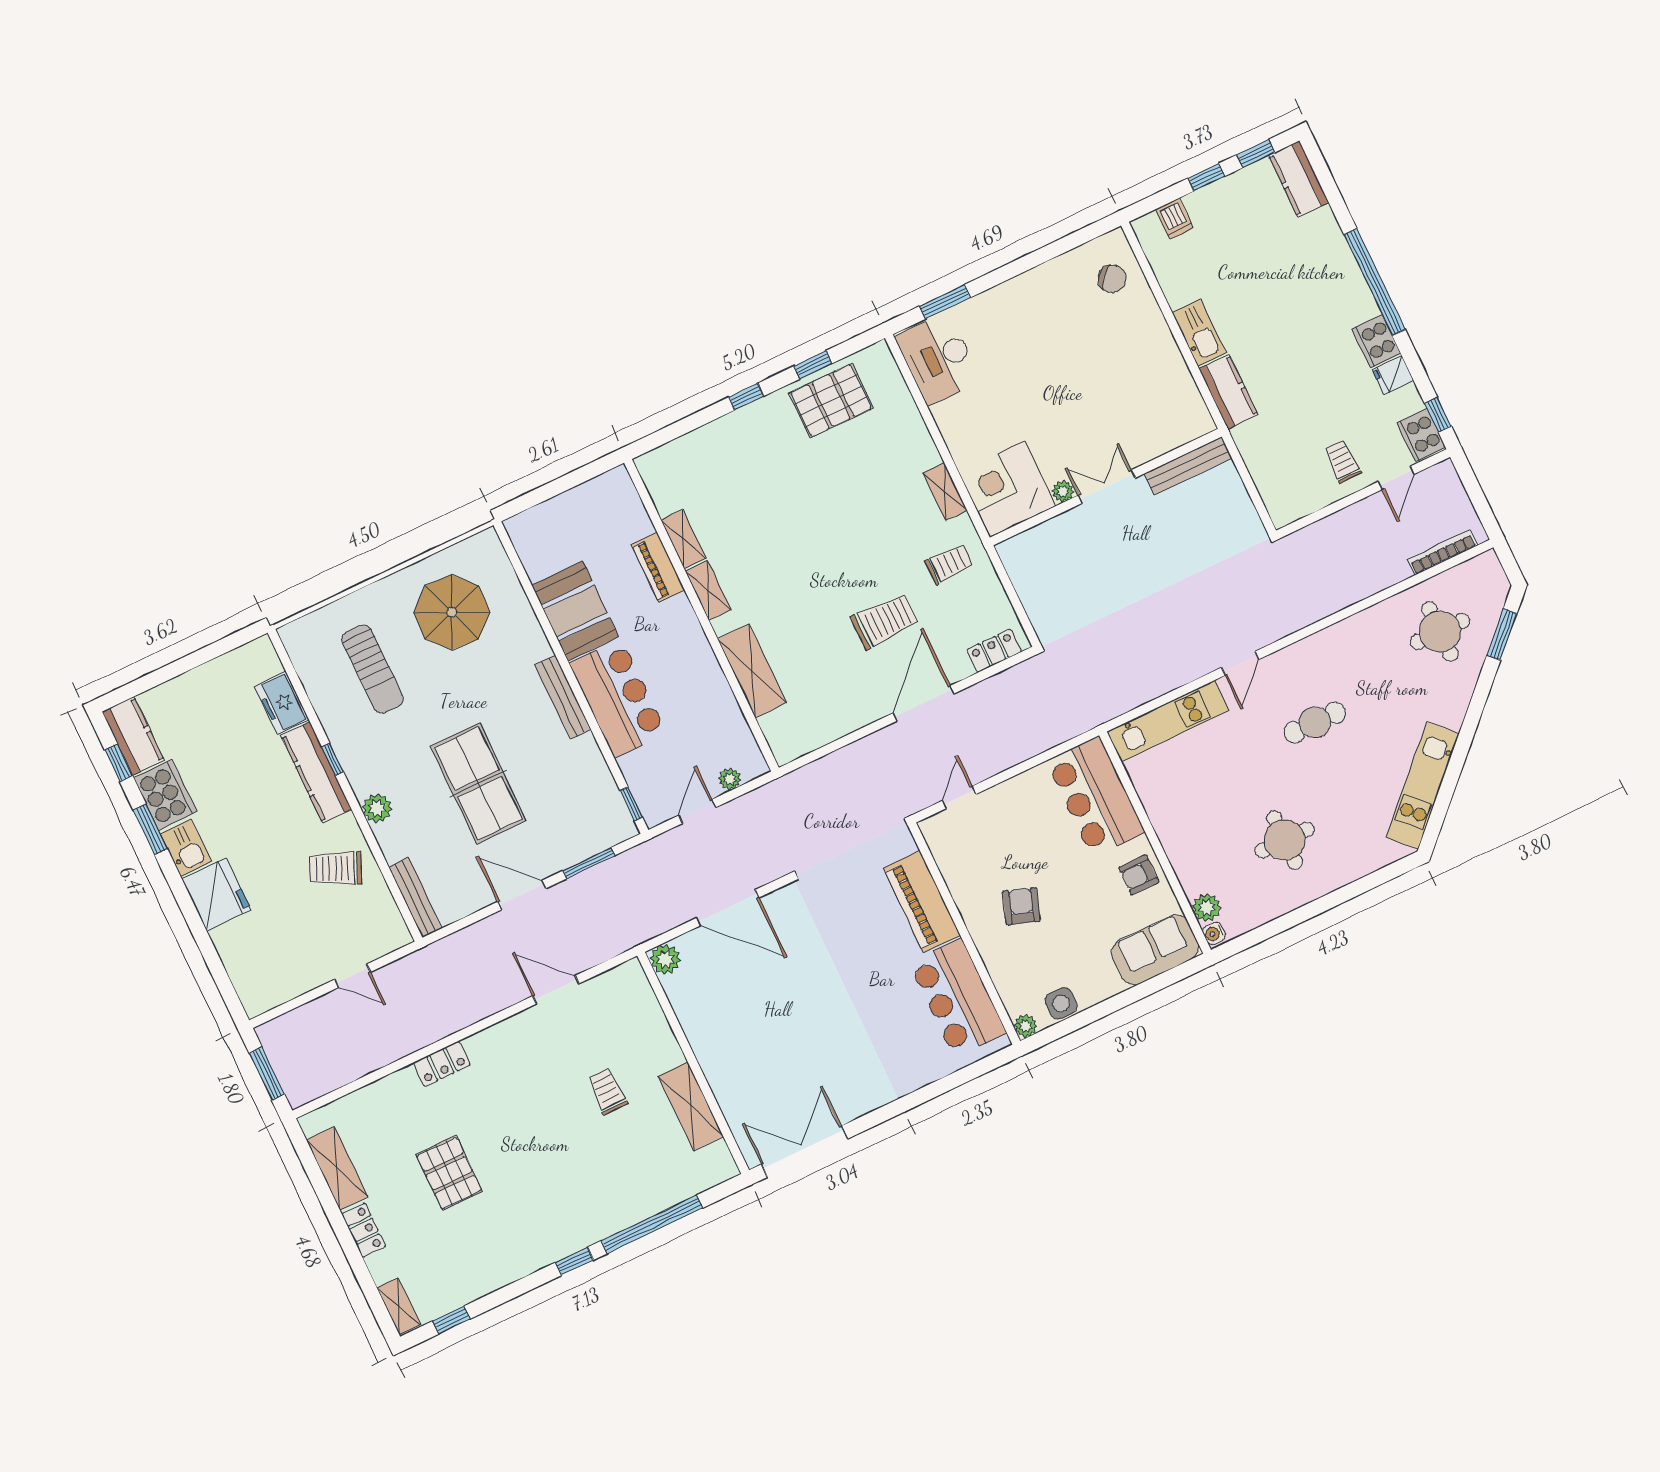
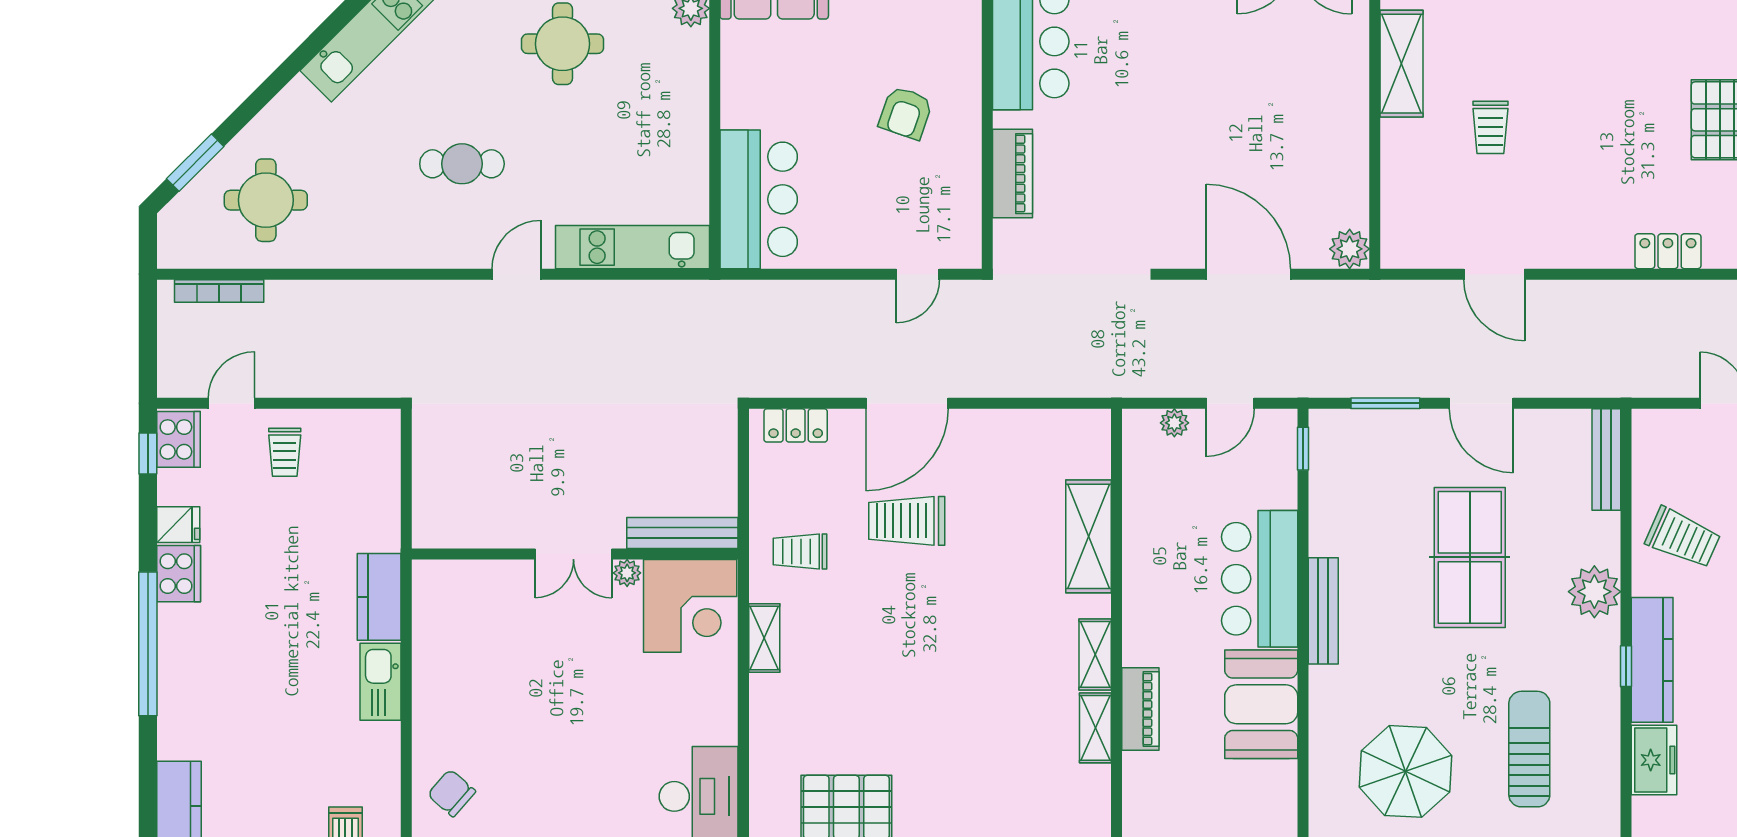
bench: (1188, 466) -> (682, 533), moved
plant: (377, 808) -> (1594, 592), width x1.36, depth x1.36
armchair: (1139, 875) -> (752, 84), removed
piano: (922, 902) -> (1013, 174), width x0.73, depth x0.75

